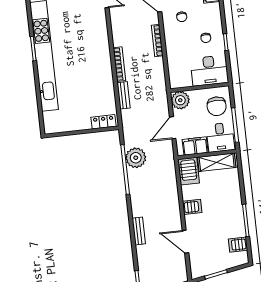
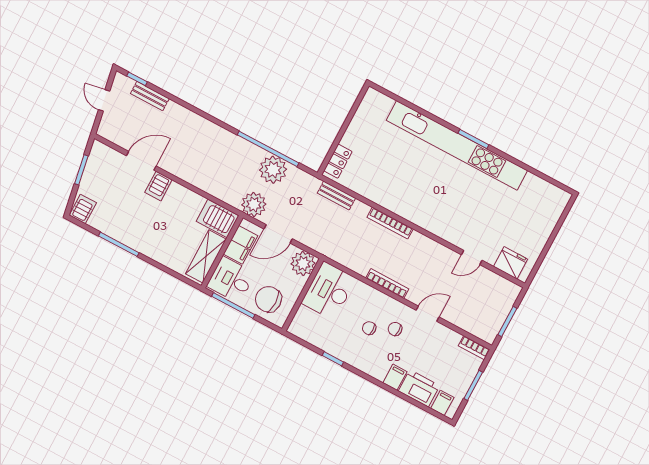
chair: (206, 38) -> (369, 328), moved
desk: (209, 71) -> (329, 291), moved
bench: (124, 95) -> (336, 196), moved
door: (173, 128) -> (278, 234), swing flipped
plant: (165, 155) -> (254, 204), added
server rack: (192, 207) -> (158, 186), moved
bench: (139, 231) -> (150, 96), moved
server rack: (238, 245) -> (83, 209), moved

